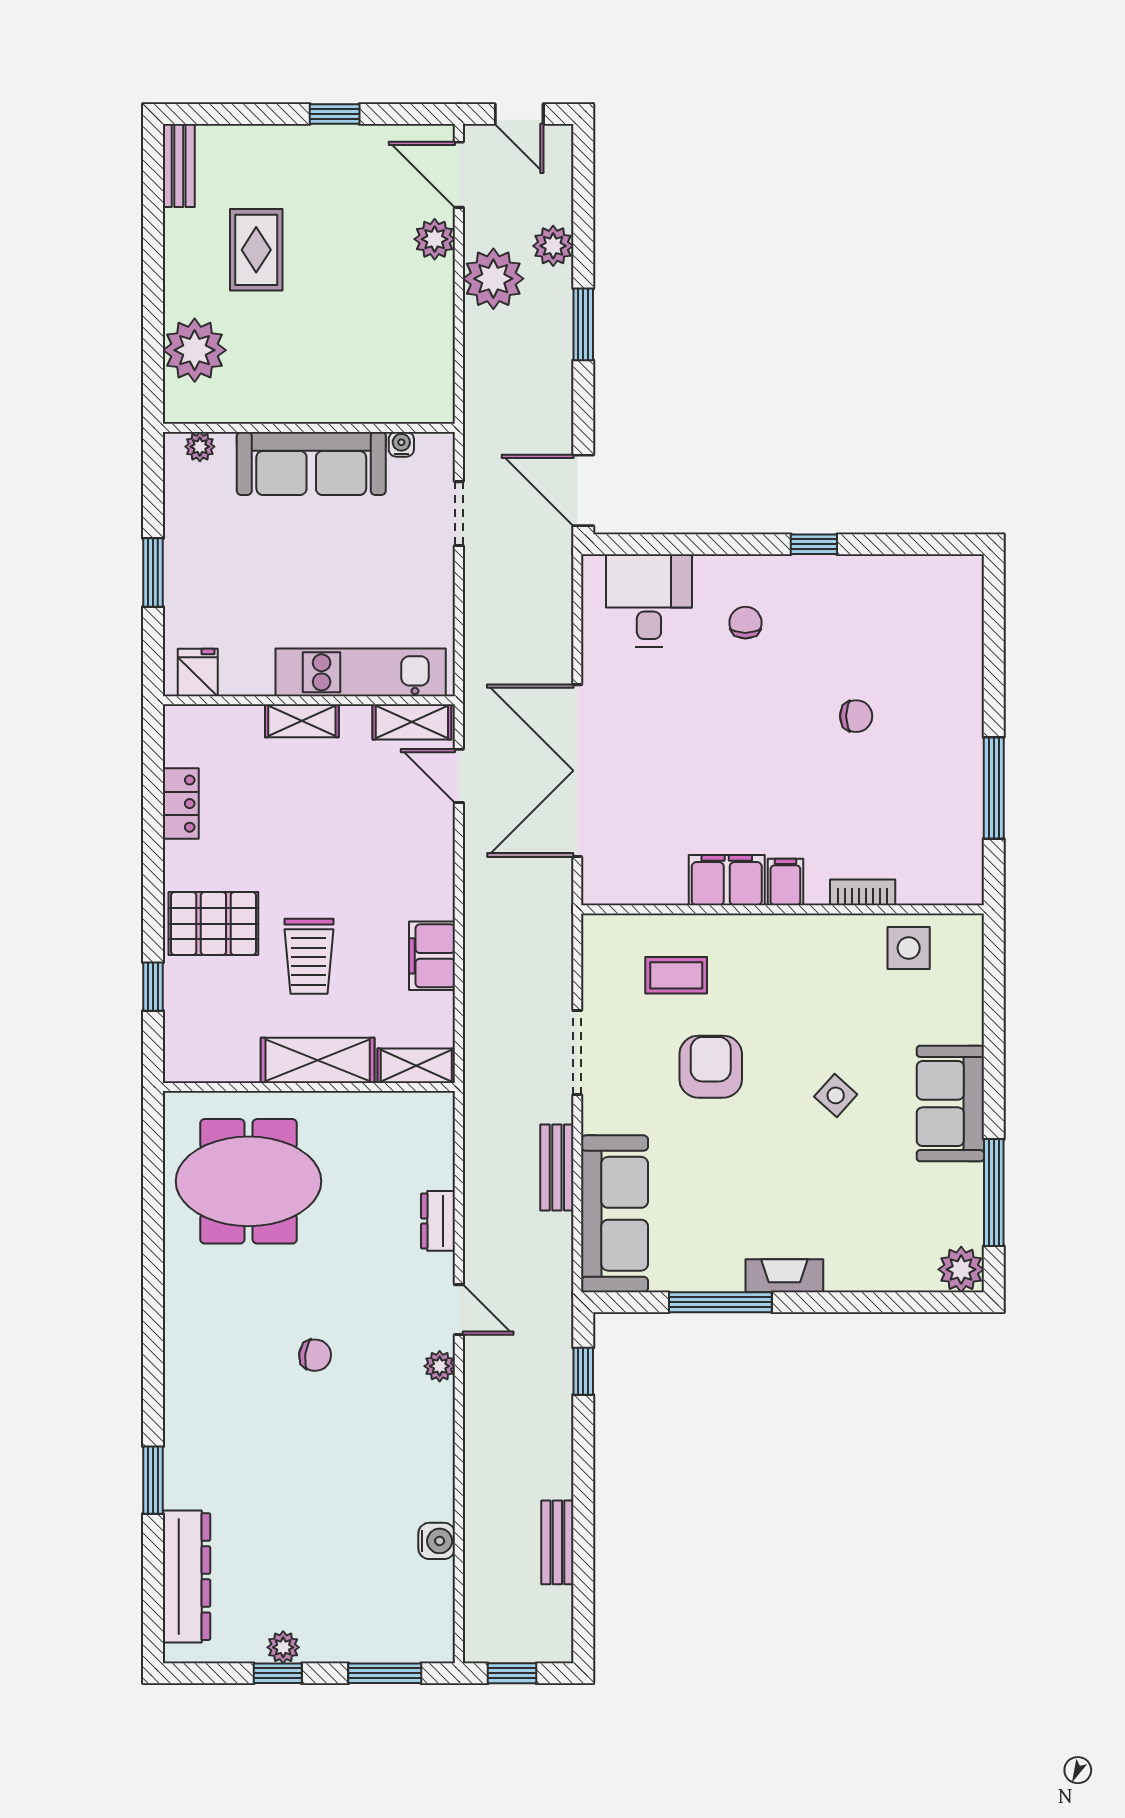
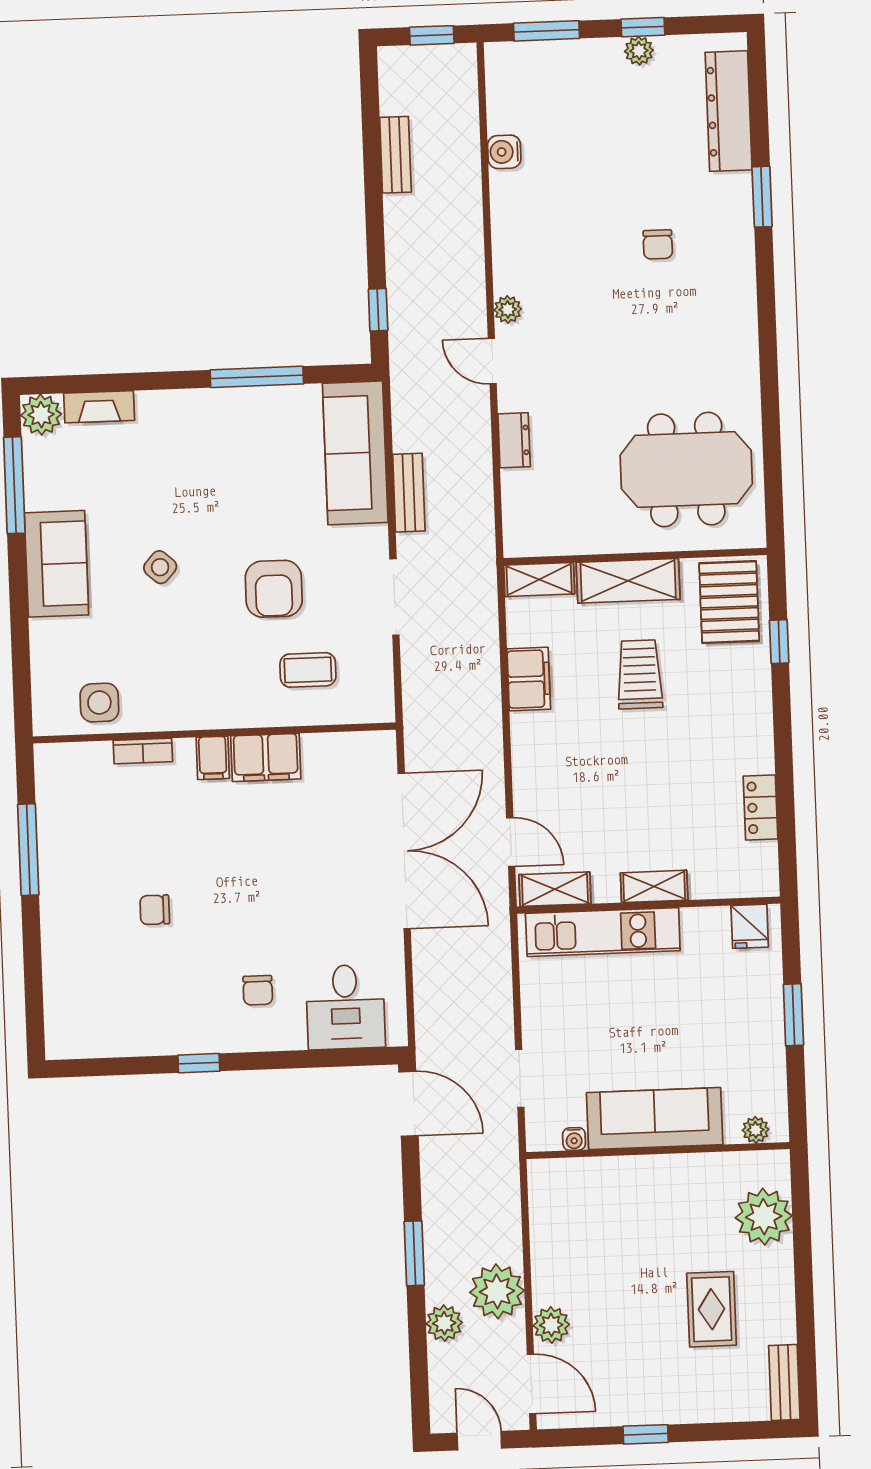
pallet: (213, 924) -> (729, 602), moved, turned 90
fireplace: (784, 1276) -> (99, 407), moved
chair: (315, 1355) -> (658, 244), moved, turned -98

